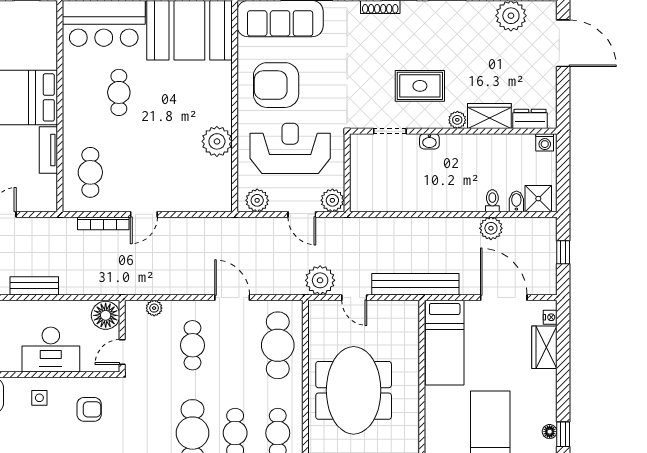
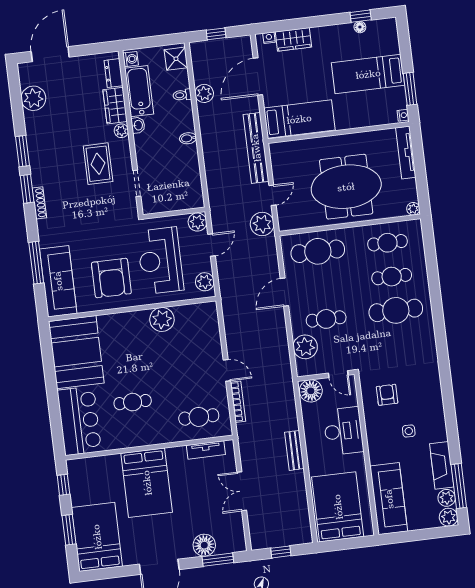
washbasin: (429, 141) -> (138, 125), moved
bathtub: (504, 148) -> (139, 91), added
tv unit: (48, 150) -> (206, 450), moved
bidet: (516, 201) -> (188, 138), moved
plant: (154, 308) -> (305, 347), width x1.88, depth x1.88
side table: (39, 398) -> (409, 431), moved

